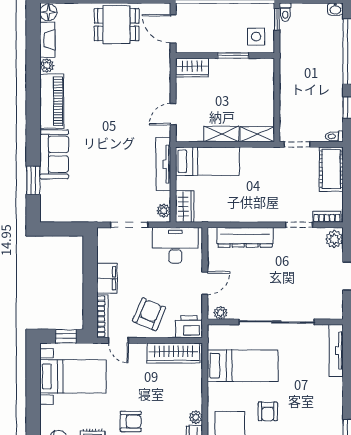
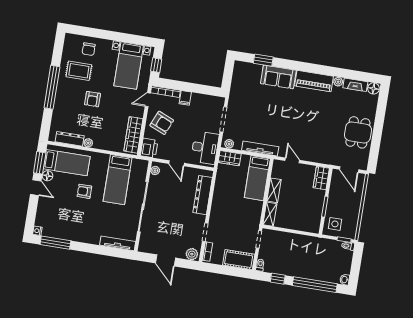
door: (173, 29) -> (349, 170), swing flipped
filing cabinet: (107, 278) -> (185, 98), width x0.50

